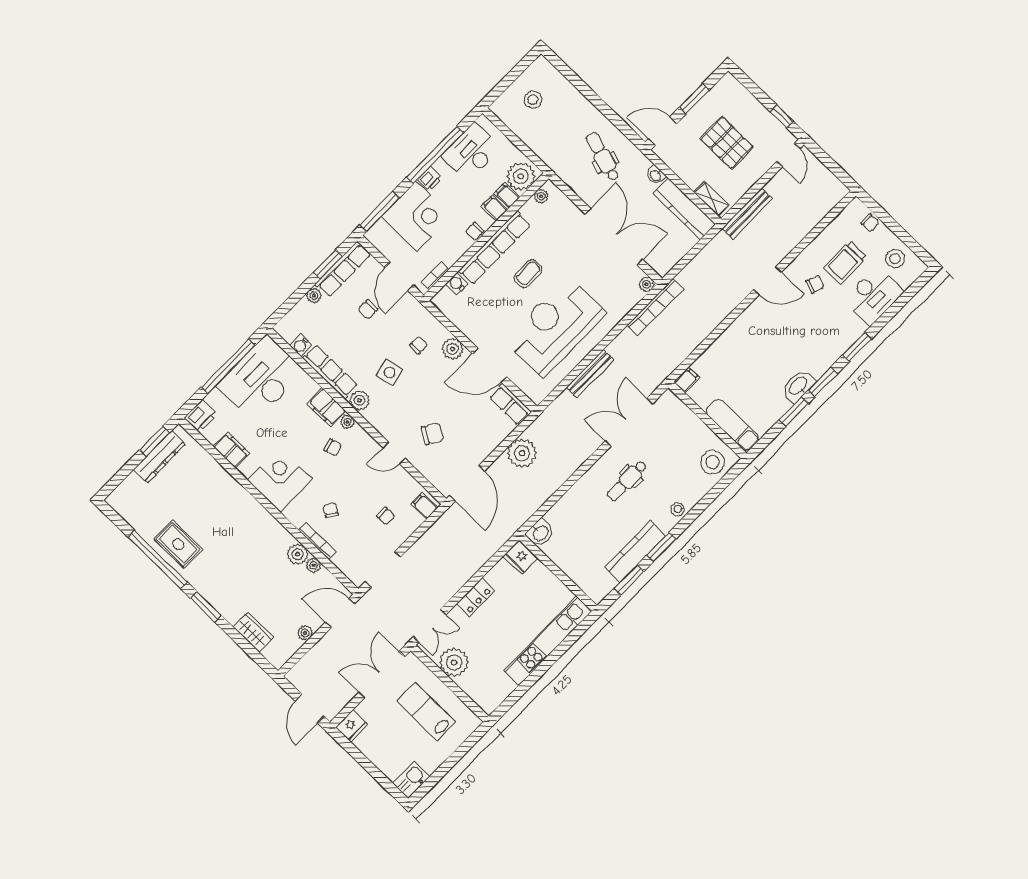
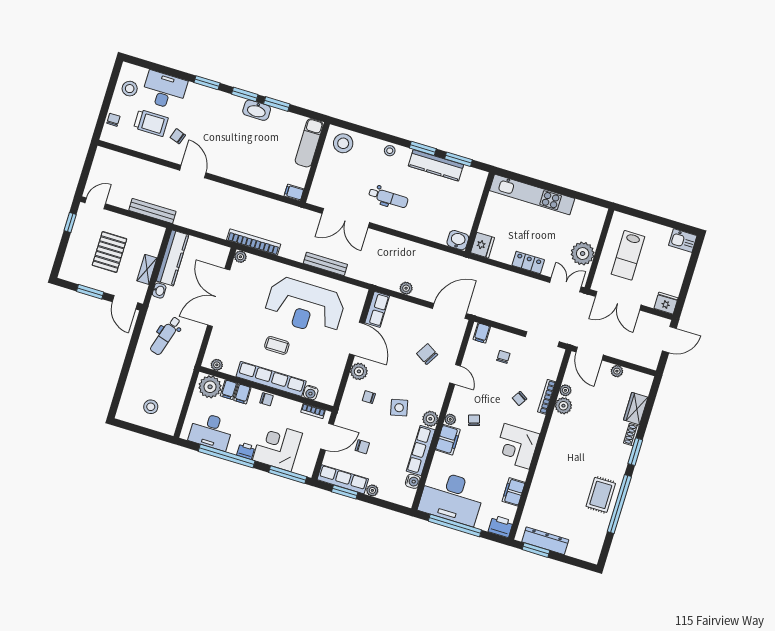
shelving: (711, 199) -> (147, 269), moved
plant: (522, 453) -> (406, 288), width x0.53, depth x0.53
shoe rack: (227, 612) -> (631, 435), added

